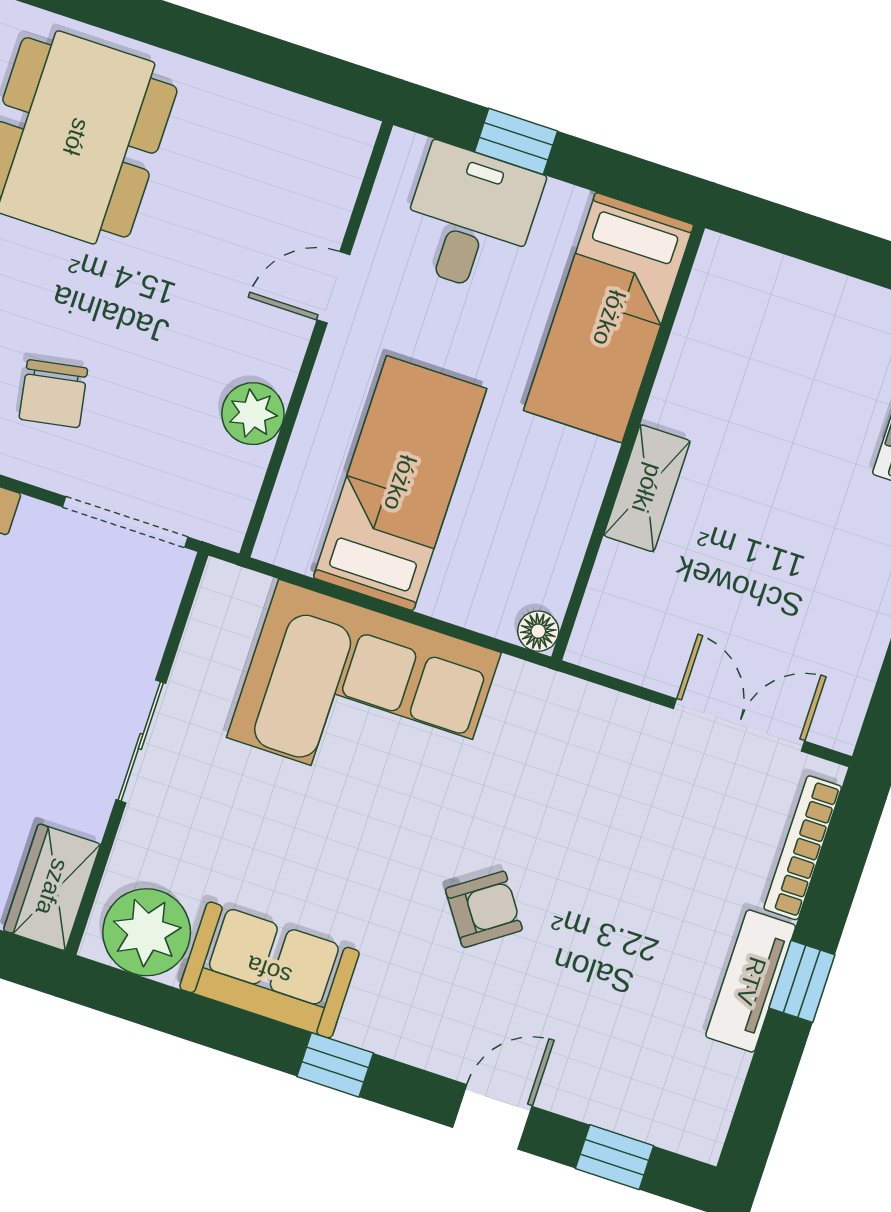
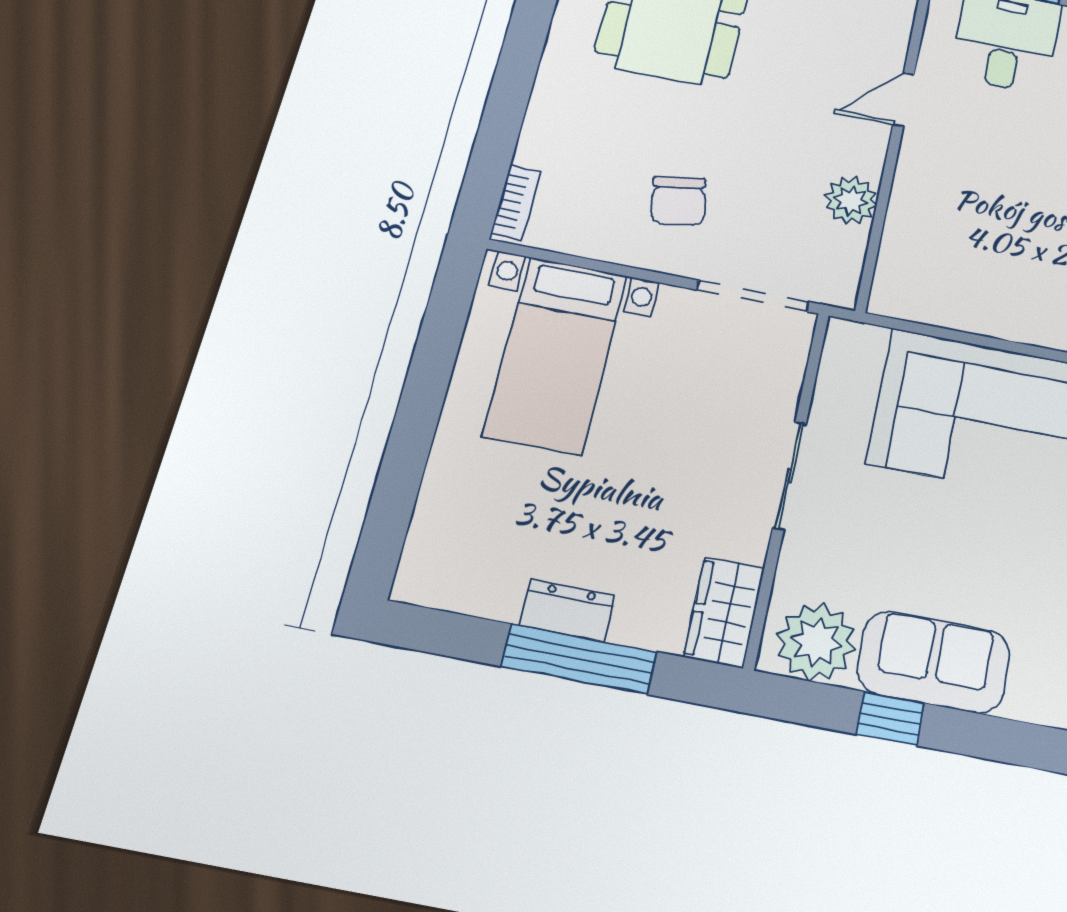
bed: (400, 483) -> (983, 242), removed
window: (335, 1065) -> (890, 719), moved

